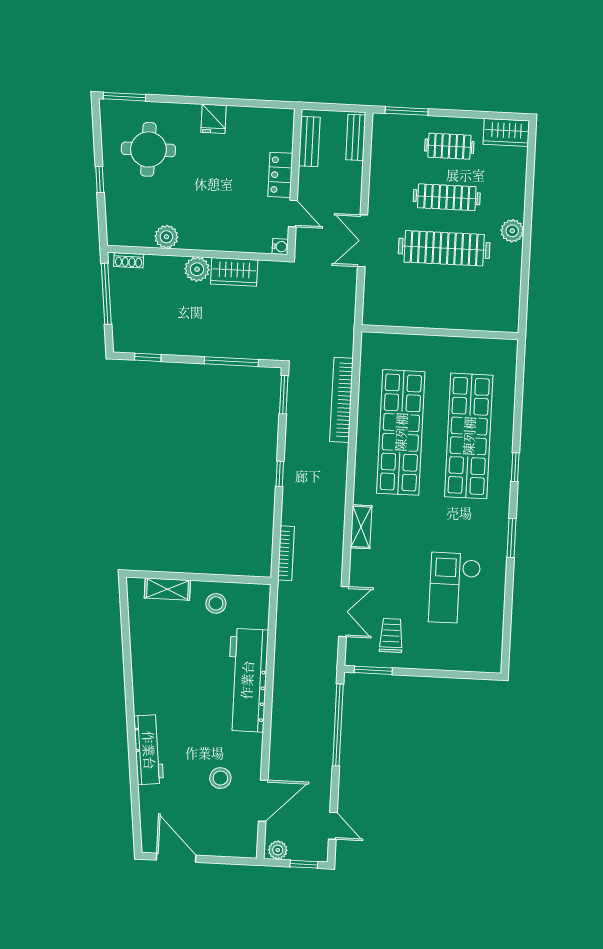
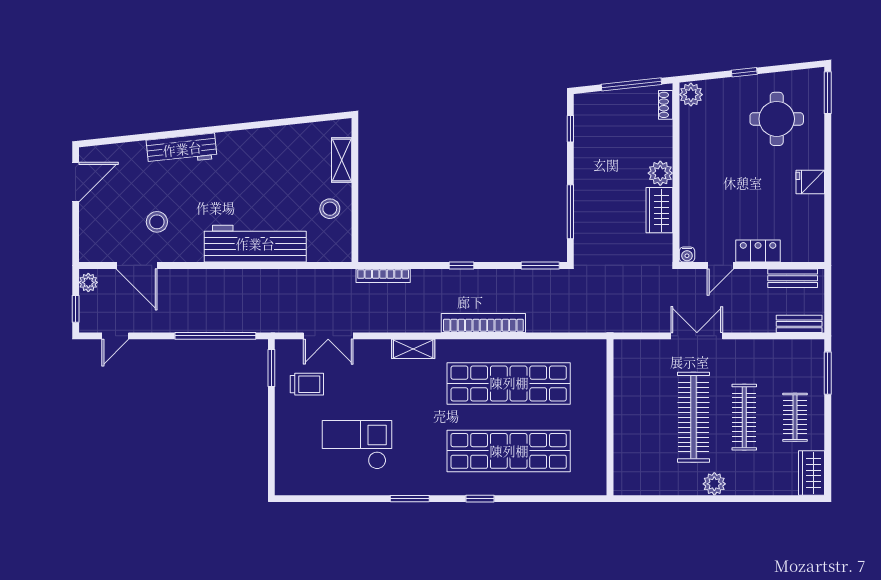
plant: (166, 237) -> (691, 95), moved
bookcase: (341, 400) -> (483, 323), moved

